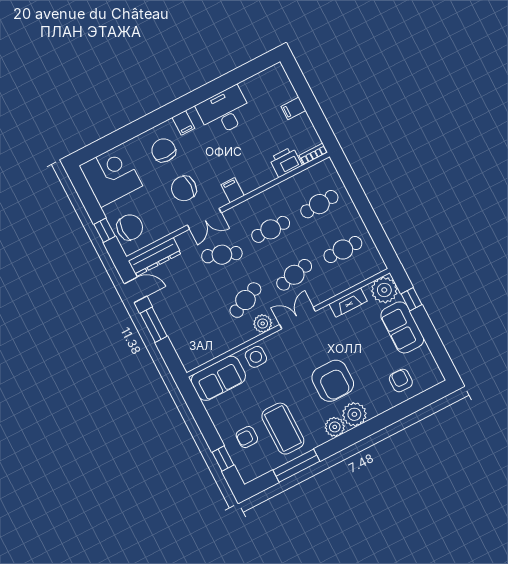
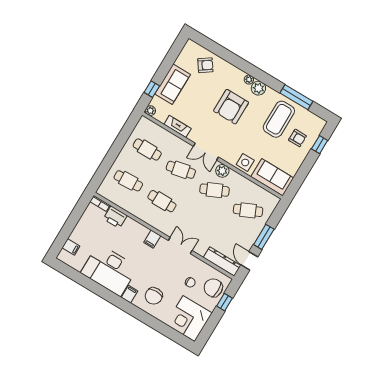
filing cabinet: (293, 108) -> (71, 247), moved
desk: (224, 111) -> (109, 270), width x1.36, depth x1.30
chair: (184, 189) -> (190, 282), moved, width x0.54, depth x0.54
cafe table: (222, 255) -> (248, 210), moved, turned -45
plant: (384, 290) -> (150, 111), width x0.53, depth x0.53
armchair: (401, 380) -> (205, 65), turned -125
armchair: (333, 381) -> (231, 107), turned 180
plant: (354, 414) -> (249, 80), width x0.53, depth x0.53

